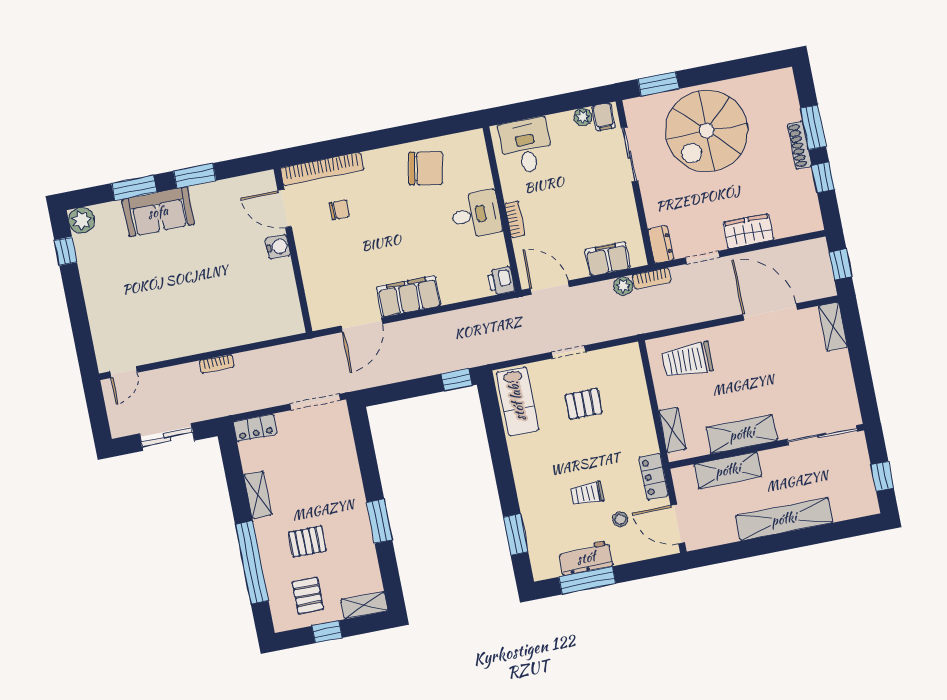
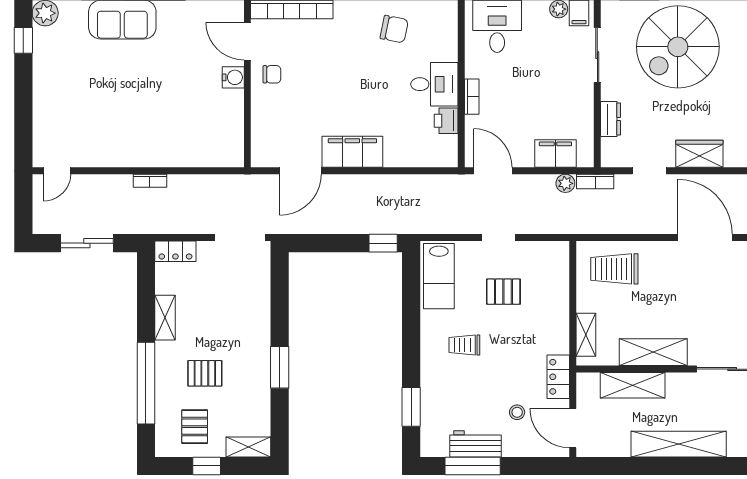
chair: (426, 168) -> (394, 29), width x0.73, depth x0.73
chair: (339, 210) -> (272, 74), moved
dresser: (661, 244) -> (611, 119), moved
printer: (501, 281) -> (446, 121), moved
trolley: (587, 494) -> (464, 345), moved

